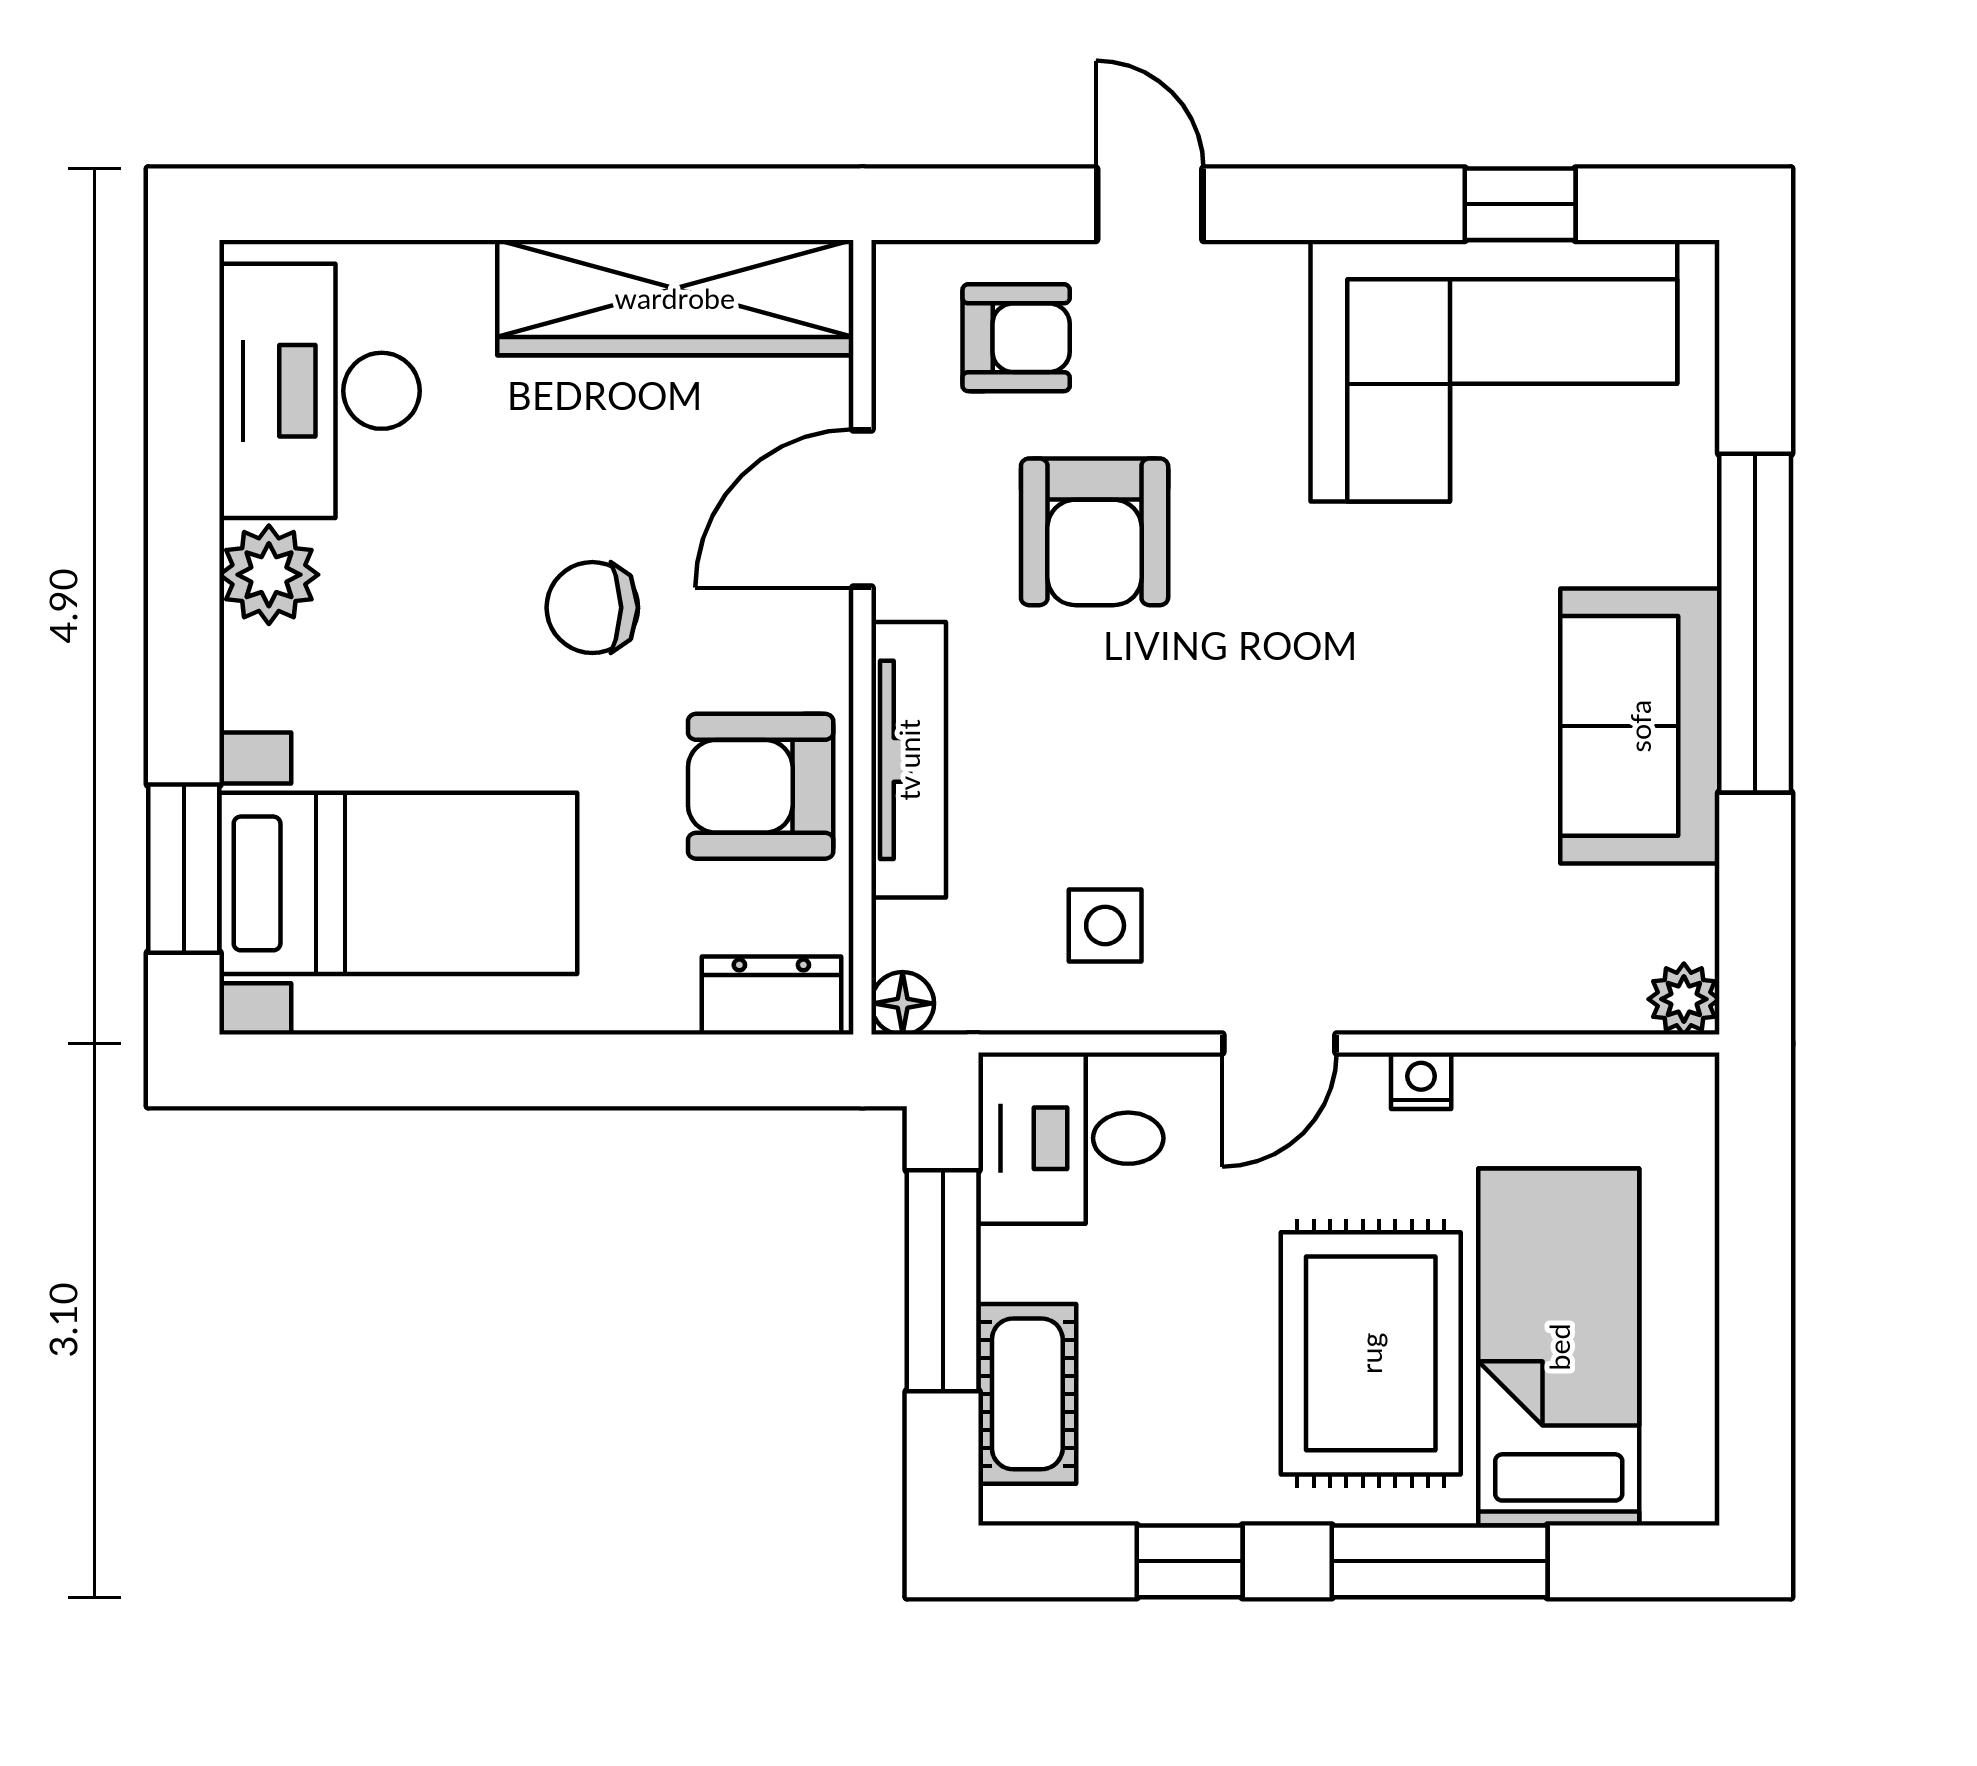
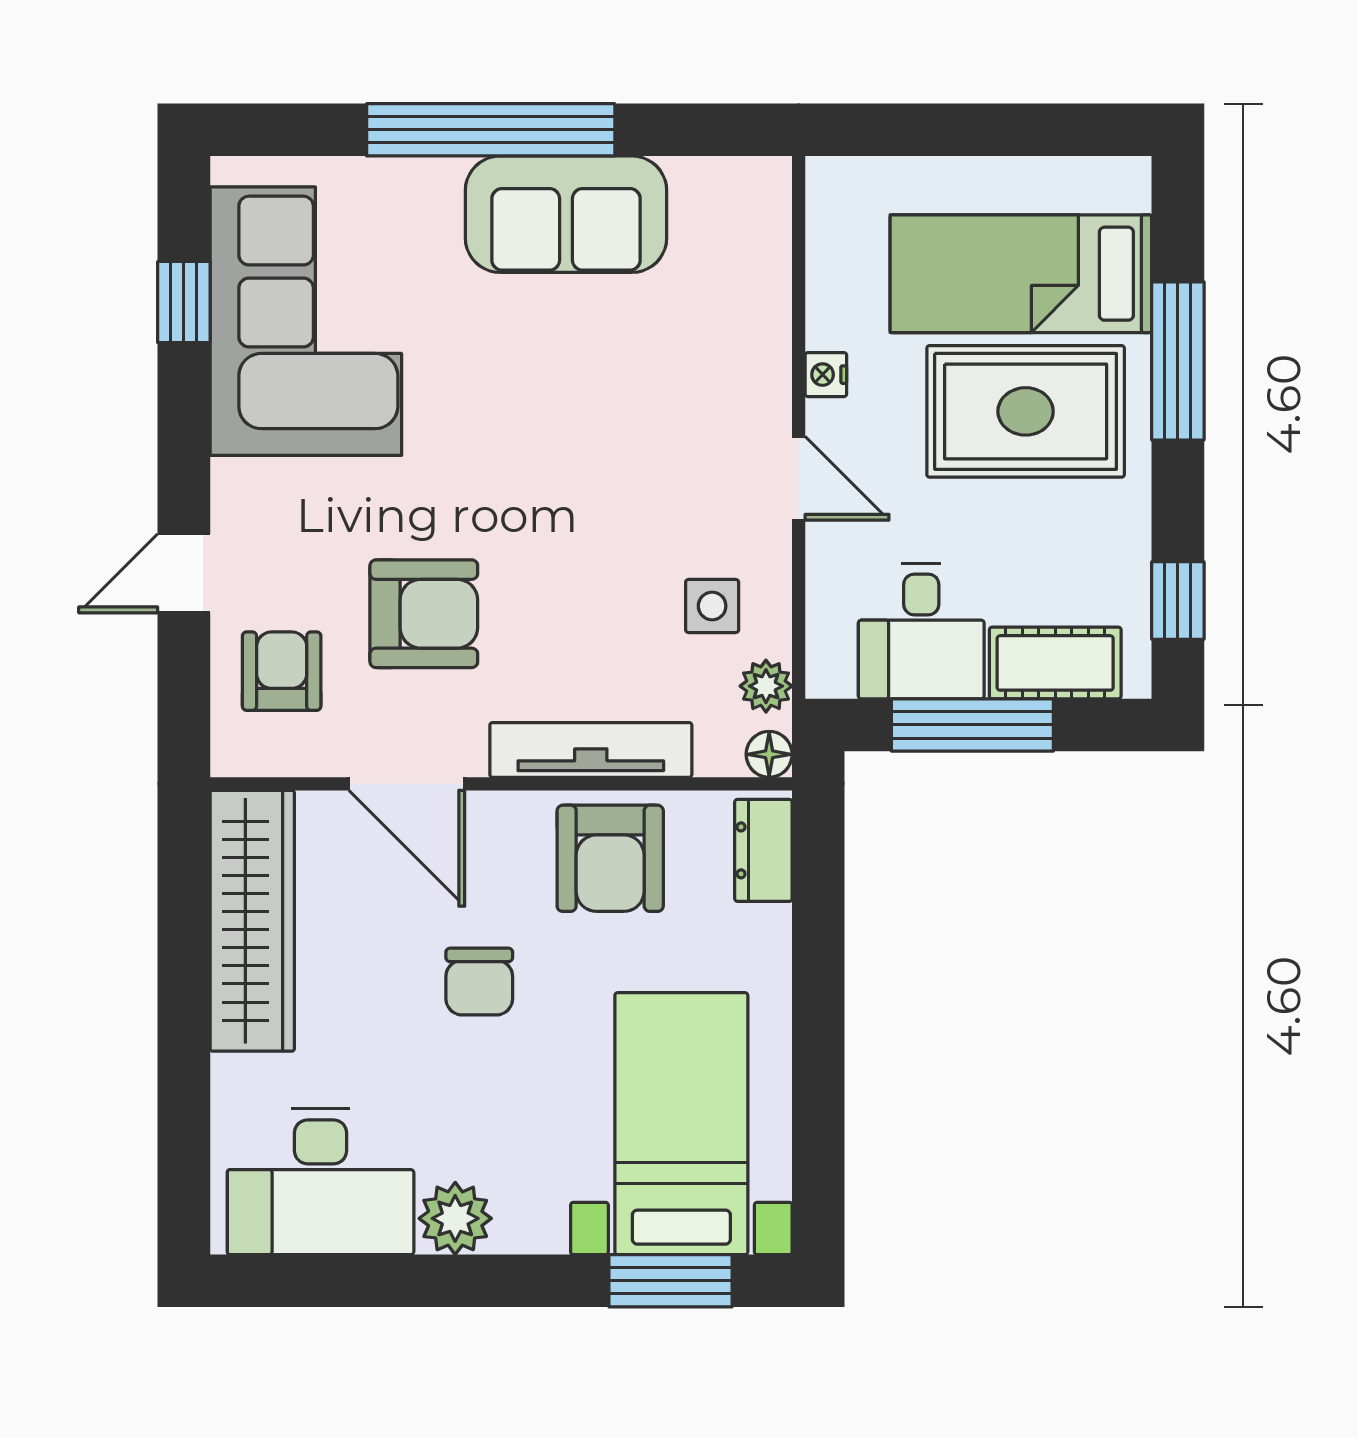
plant: (1684, 999) -> (766, 686), moved
desk: (1071, 1138) -> (921, 631), moved
window: (1190, 1561) -> (1178, 601), moved

